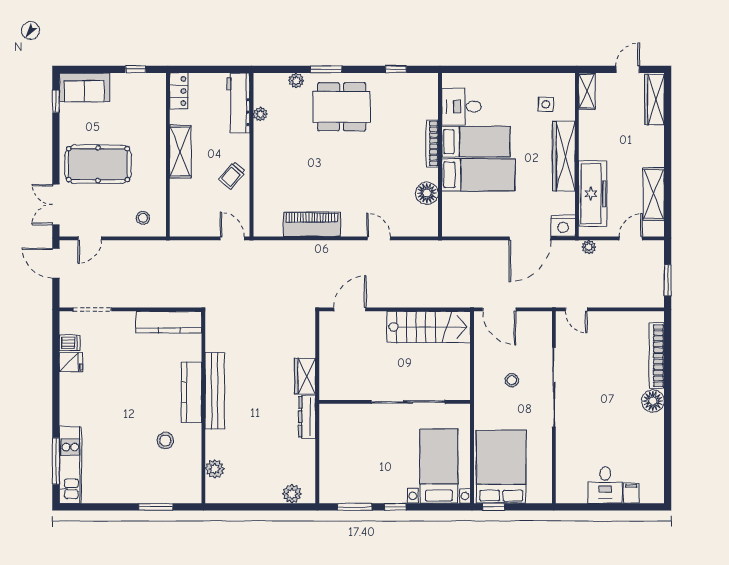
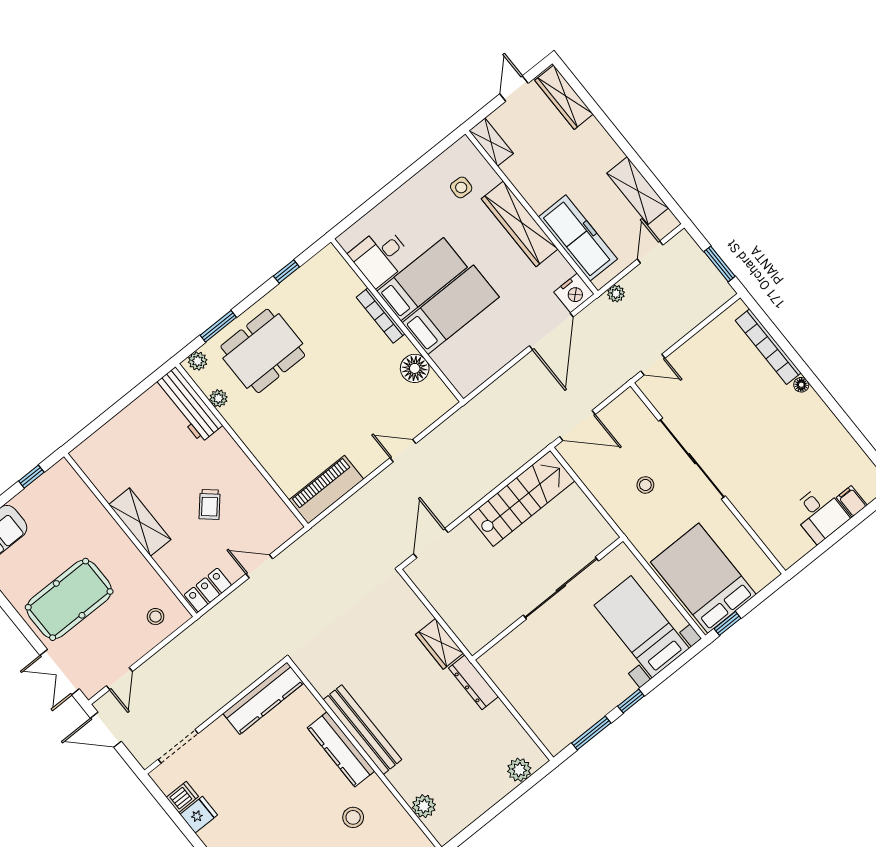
locker: (179, 91) -> (208, 590), moved, turned -90
workbench: (238, 103) -> (188, 405), moved
plant: (260, 114) -> (218, 398), moved
wall: (251, 155) -> (242, 445), moved
floor lamp: (653, 401) -> (801, 385), width x0.53, depth x0.53

